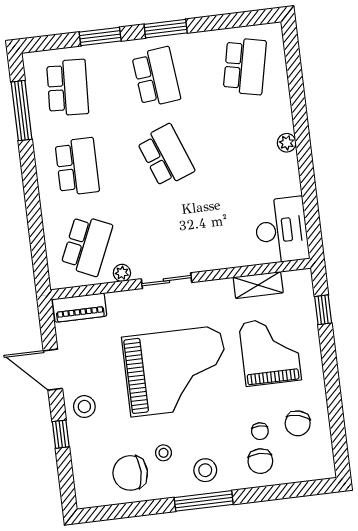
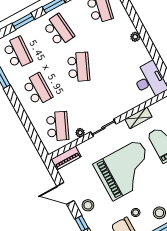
school desk: (166, 156) -> (79, 67), turned 45
shelving: (258, 285) -> (138, 118), moved

